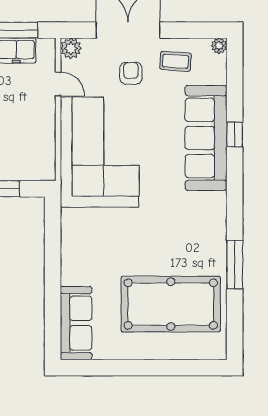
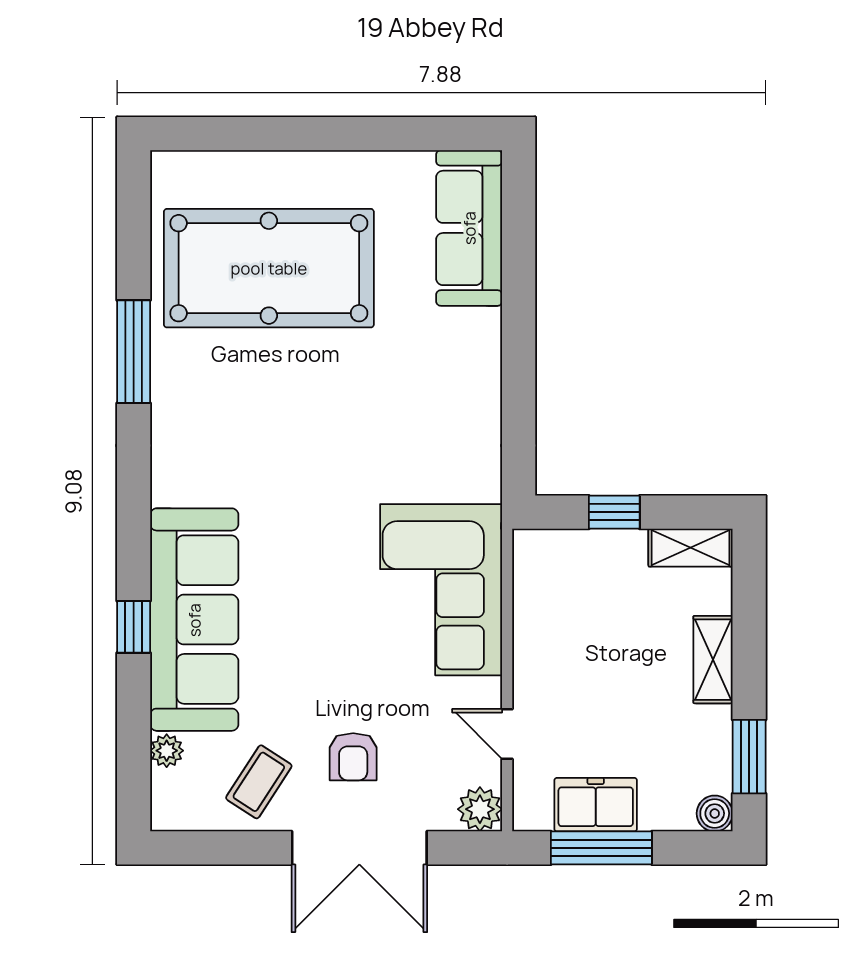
plant: (219, 46) -> (167, 751), moved
coffee table: (175, 61) -> (259, 782), turned -61
corner sofa: (100, 152) -> (441, 590), width x0.73, depth x0.74

